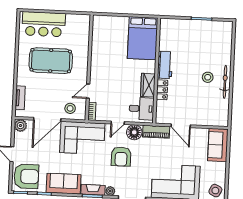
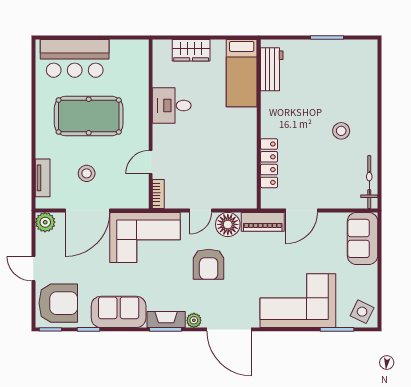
bed: (143, 38) -> (242, 73), width x0.67
workbench: (165, 65) -> (272, 69), moved
bicycle: (225, 82) -> (369, 182), moved
wardrobe: (148, 85) -> (191, 50), moved, turned -90
locker: (162, 90) -> (269, 163), width x1.53
stool: (70, 108) -> (87, 173), moved
desk: (142, 109) -> (172, 106), moved, turned 180
door: (181, 126) -> (302, 211), hinge flipped

